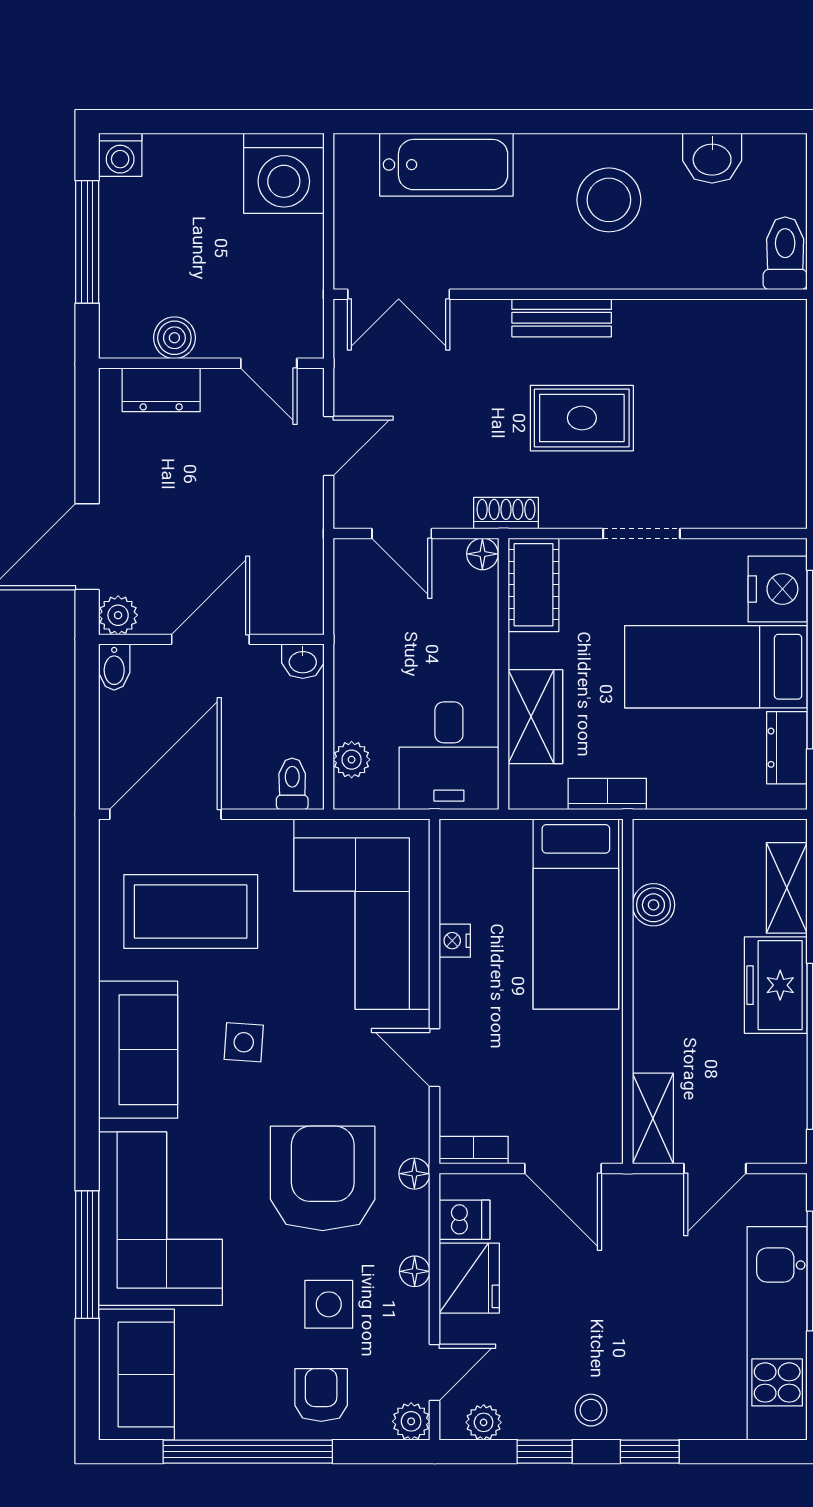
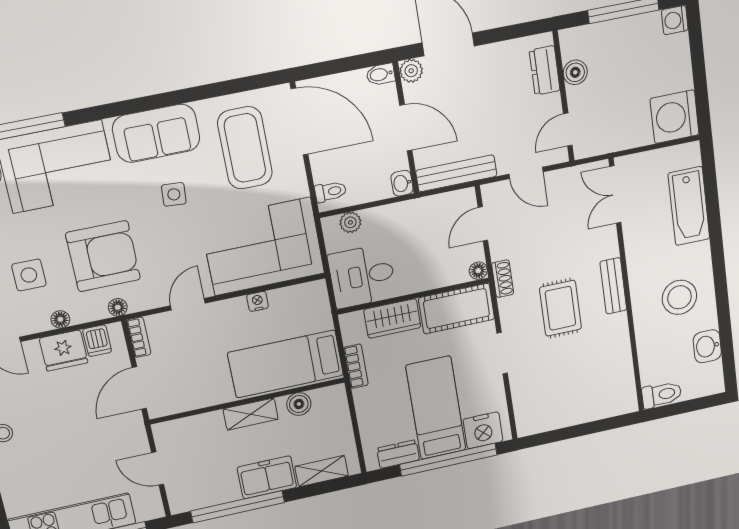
bench: (305, 566) -> (456, 173), added
cot: (533, 585) -> (457, 309), width x1.37, depth x1.34
shelving: (653, 1119) -> (251, 414), moved

